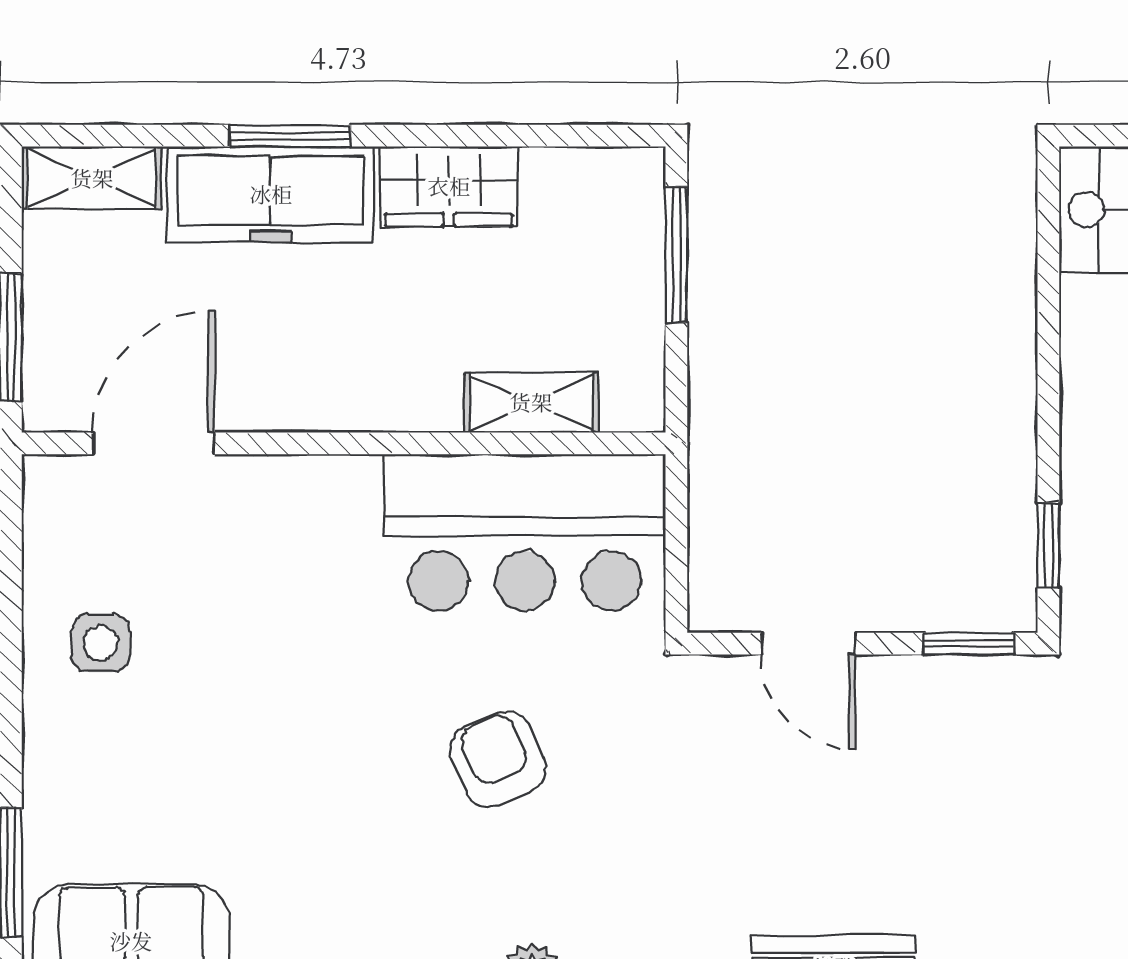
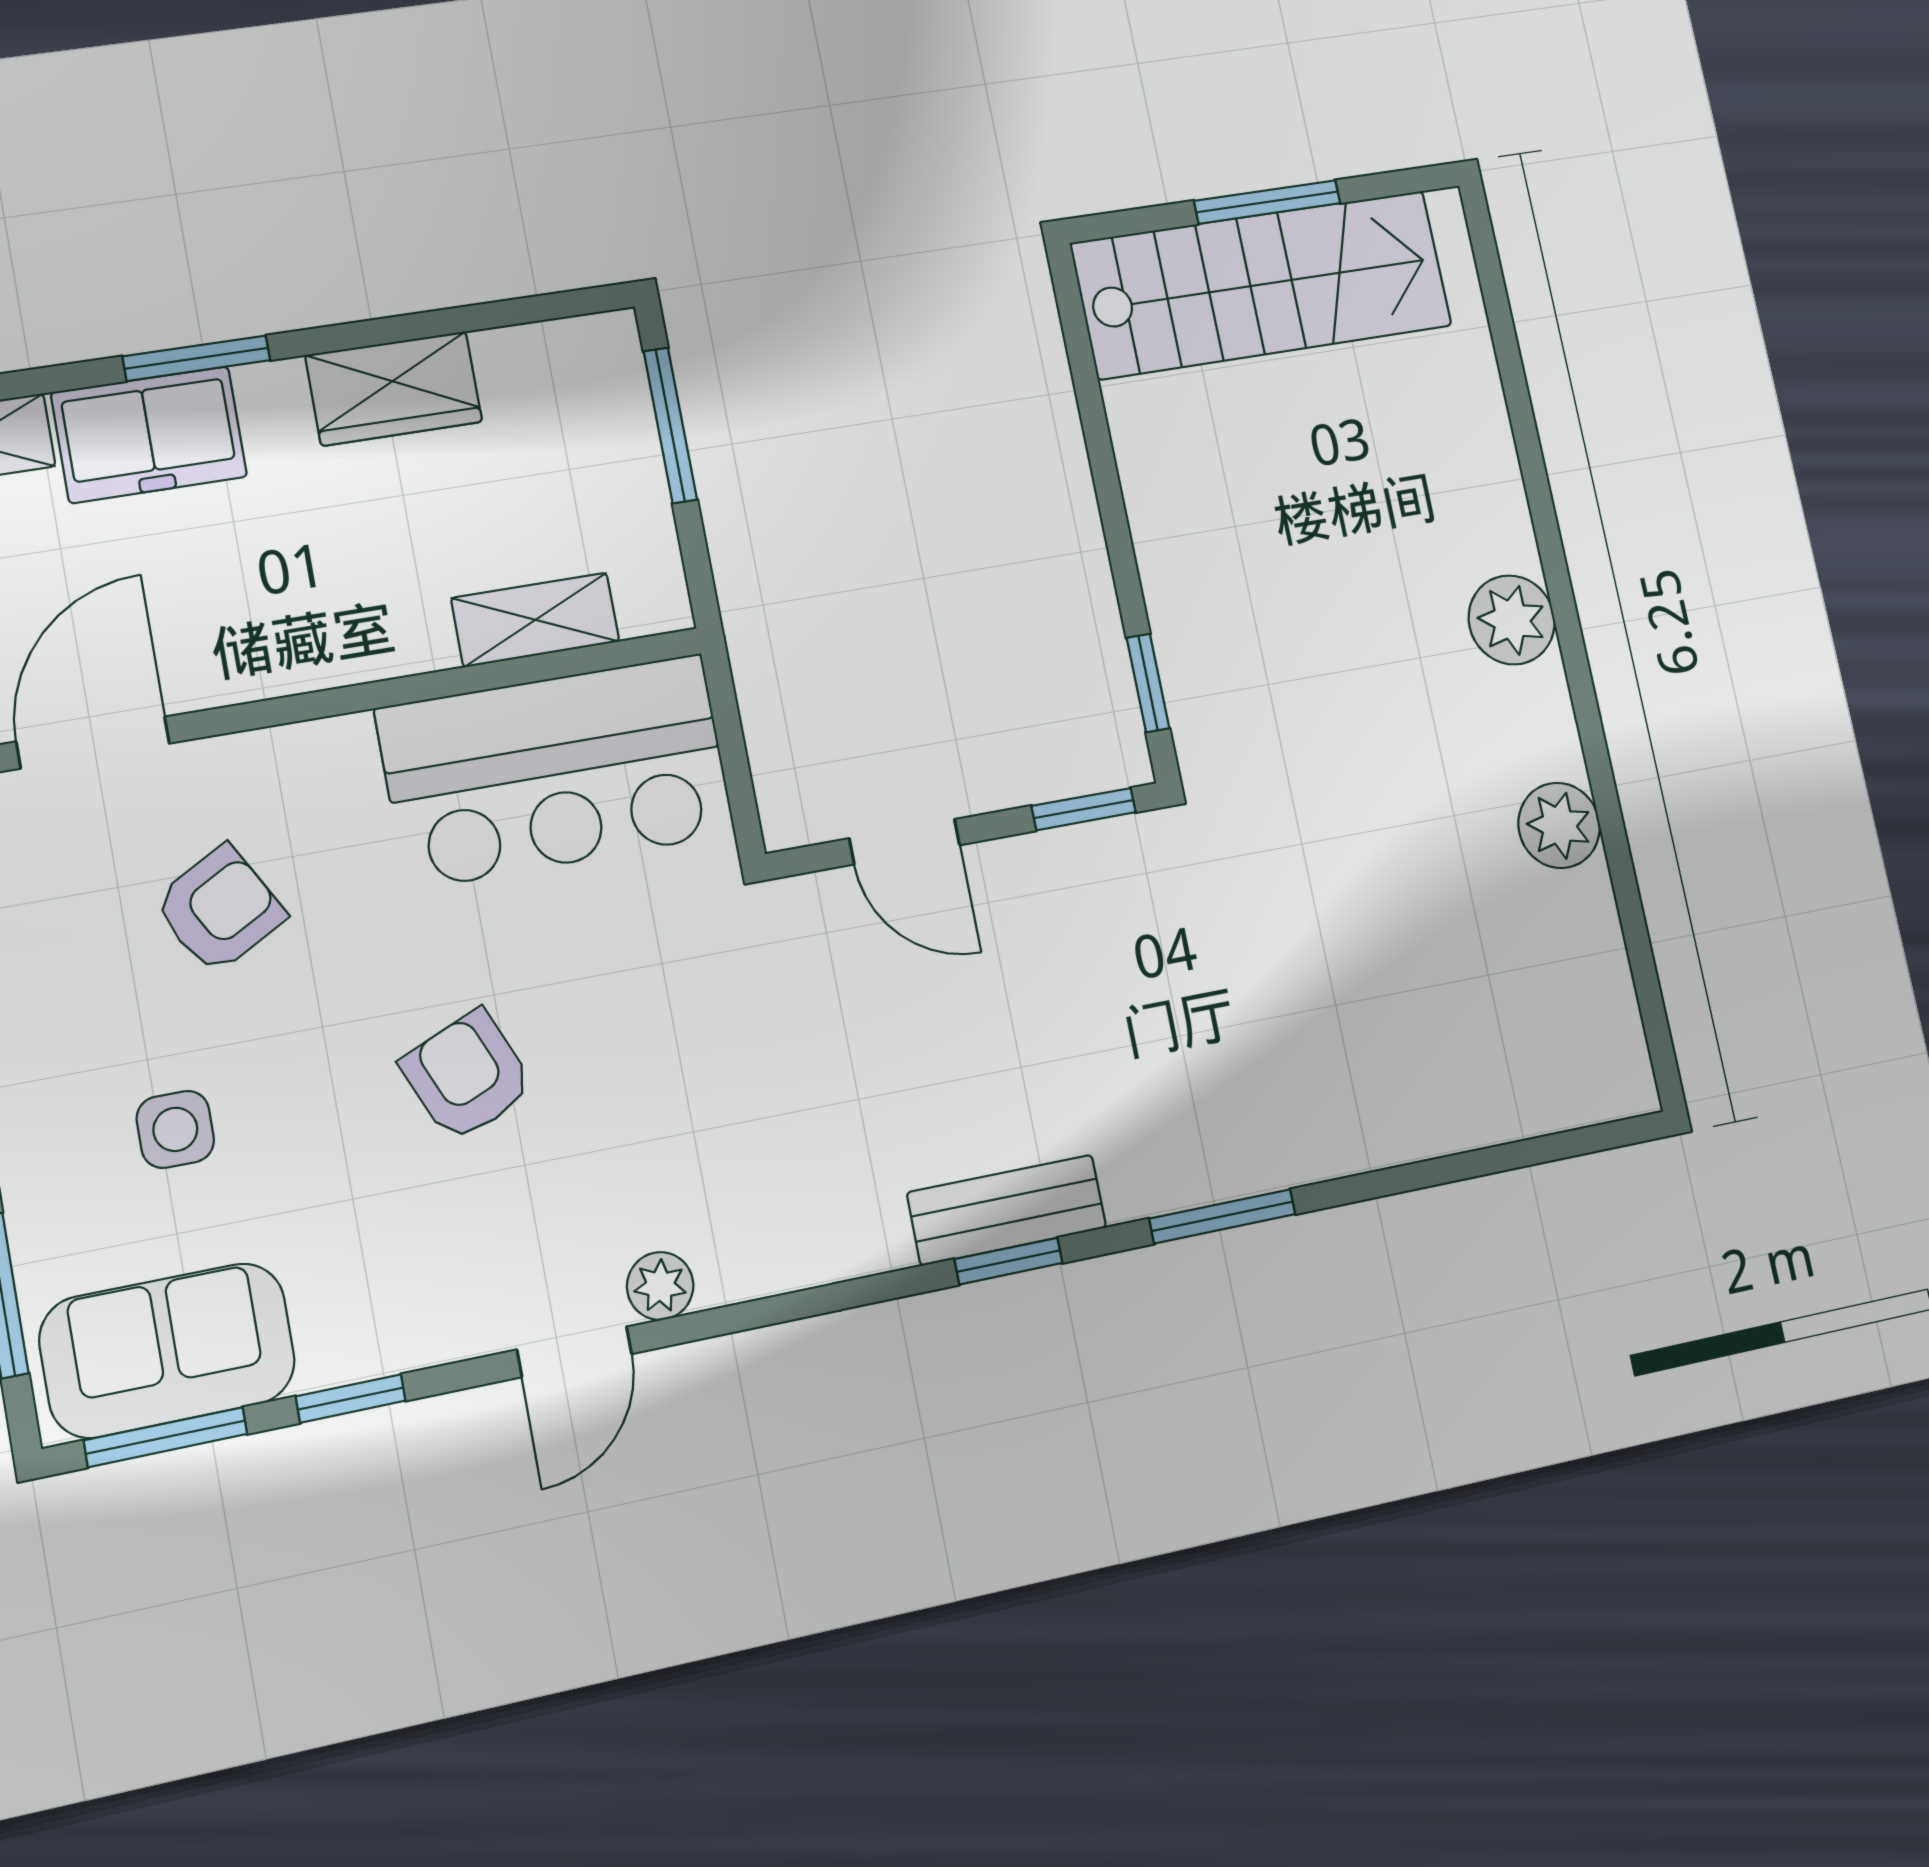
freezer: (271, 194) -> (149, 435), width x0.71
armchair: (231, 598) -> (219, 909), added
side table: (101, 643) -> (175, 1129), moved
armchair: (498, 759) -> (467, 1076), moved

